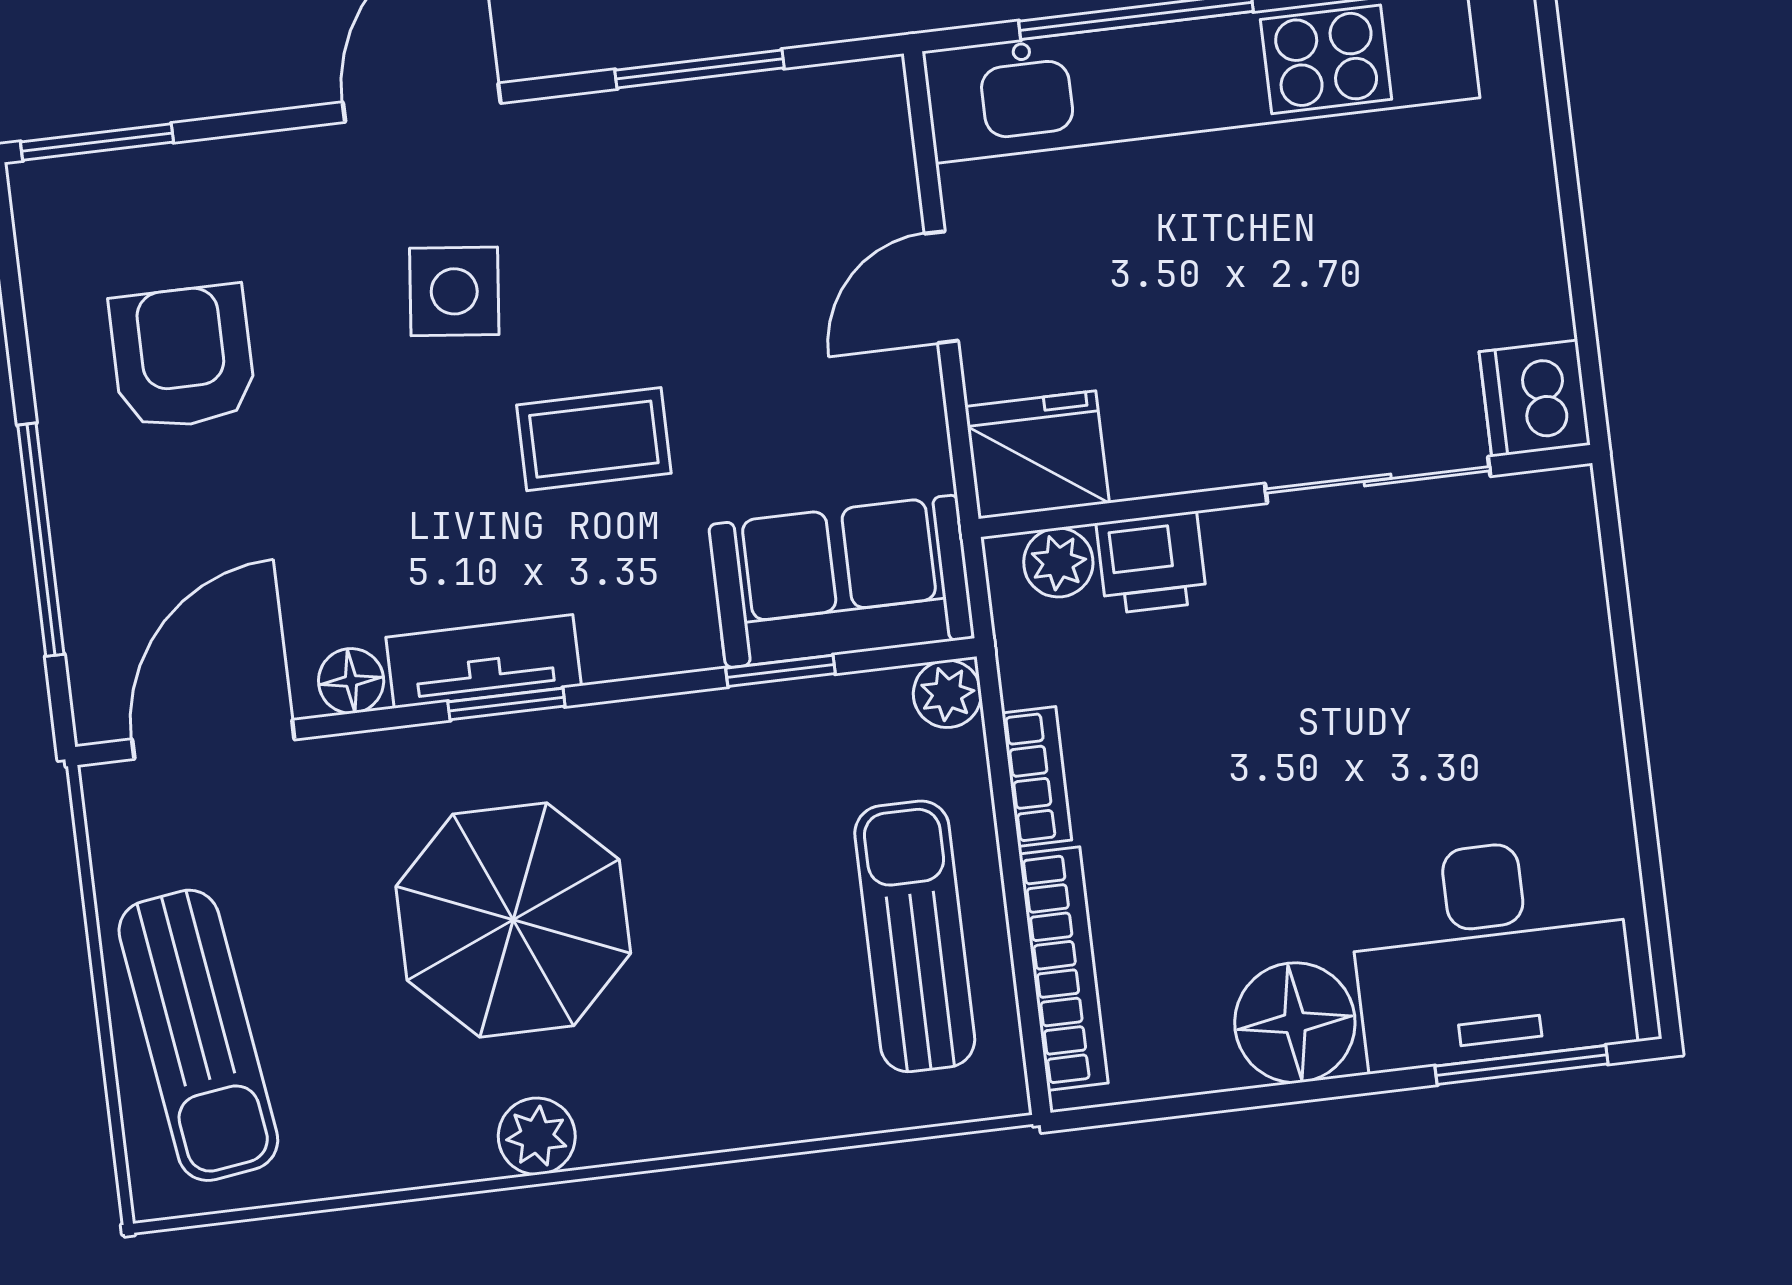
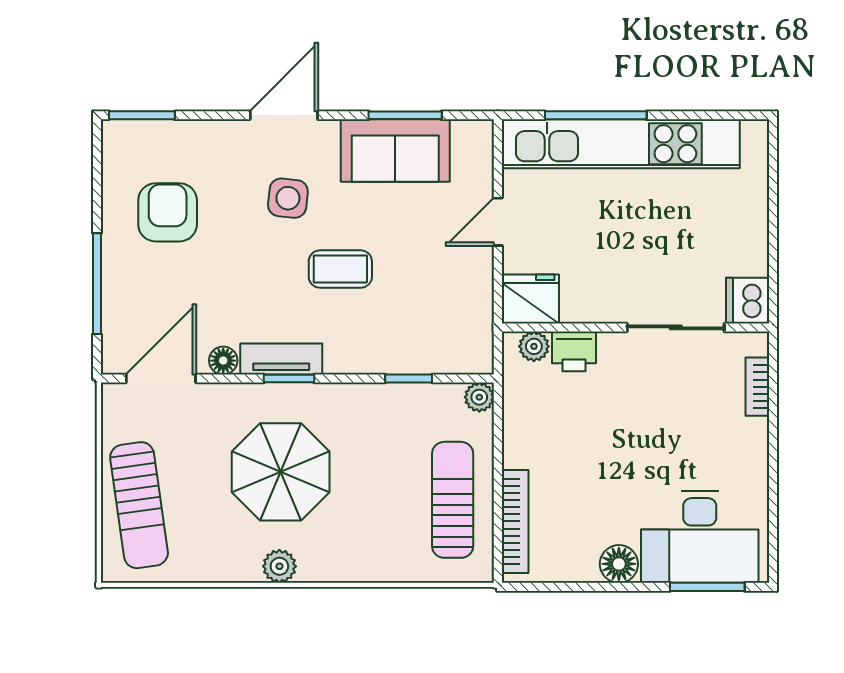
sofa: (842, 581) -> (395, 151), moved, turned 180
bookcase: (1037, 777) -> (757, 387), moved, turned 180
floor lamp: (1295, 1023) -> (619, 564), width x0.73, depth x0.73

